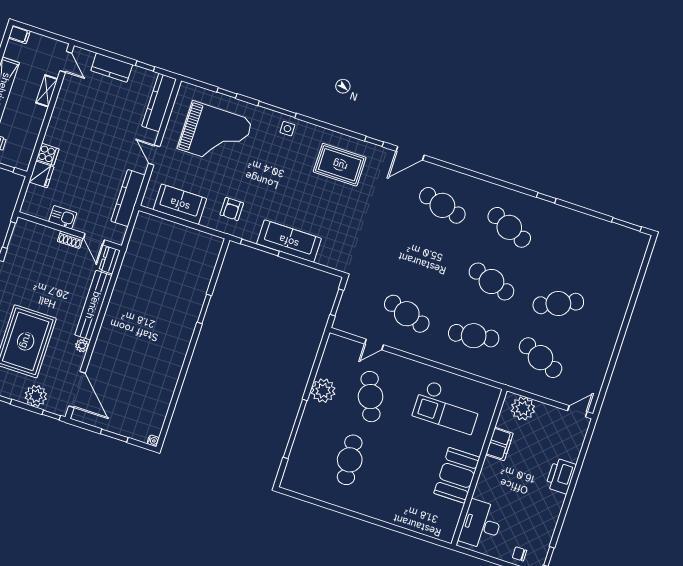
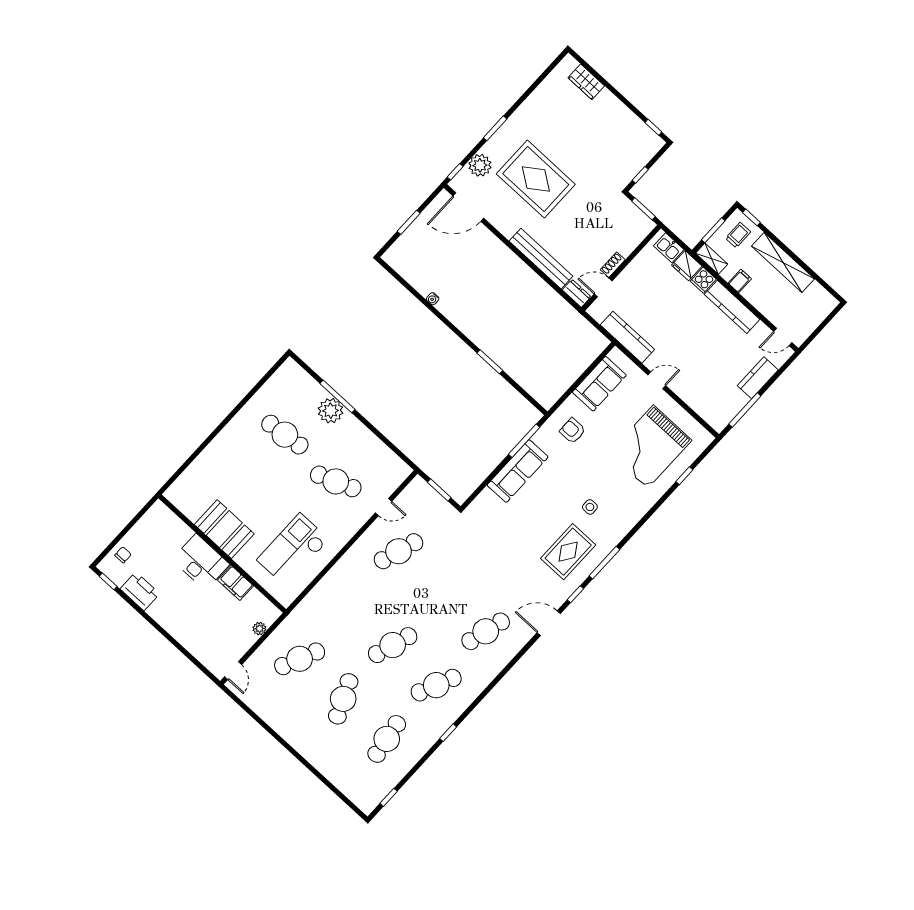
filing cabinet: (19, 35) -> (740, 281), moved, turned 180
window: (145, 66) -> (745, 410), width x2.17
shelving: (47, 91) -> (712, 259), moved
kitchen counter: (159, 103) -> (732, 307), moved, turned 180
window: (277, 109) -> (604, 563), moved
side table: (287, 129) -> (590, 507), moved
door: (410, 153) -> (549, 623), hinge flipped
kitchen sink: (63, 217) -> (669, 248), moved, turned 90
window: (627, 224) -> (389, 797), width x0.67
cafe table: (474, 336) -> (387, 739), moved
door: (374, 344) -> (384, 507), swing flipped
plant: (82, 346) -> (508, 231), removed
plant: (323, 391) -> (331, 411), moved
plant: (523, 408) -> (259, 629), width x0.53, depth x0.53
window: (295, 429) -> (337, 396), width x0.68
water cooler: (153, 441) -> (433, 299), moved
printer: (561, 476) -> (140, 591), moved
desk: (481, 525) -> (201, 562), moved

